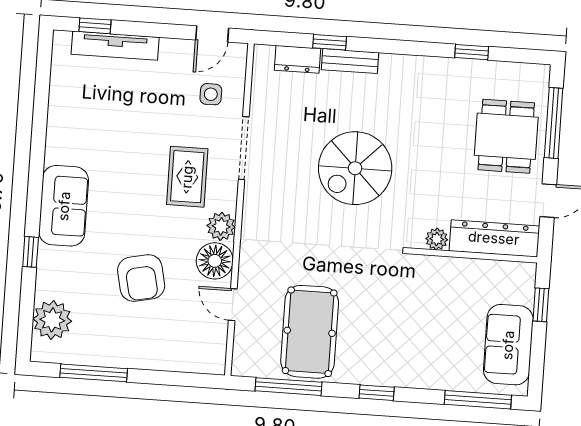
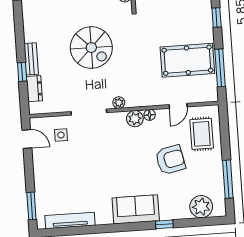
window: (95, 26) -> (31, 206), width x1.50
tv unit: (115, 46) -> (70, 220), moved, turned -90
rug: (187, 177) -> (202, 134), moved, turned 90
plant: (253, 202) -> (119, 103), added
floor lamp: (215, 261) -> (150, 115), width x0.53, depth x0.53

